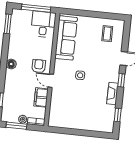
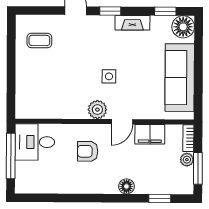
window: (8, 24) -> (40, 198), removed
sofa: (66, 38) -> (180, 78), moved, turned -90
floor lamp: (11, 64) -> (126, 186), moved
armchair: (39, 66) -> (88, 151), moved
plant: (60, 66) -> (97, 110), added
floor lamp: (107, 125) -> (183, 27), added

